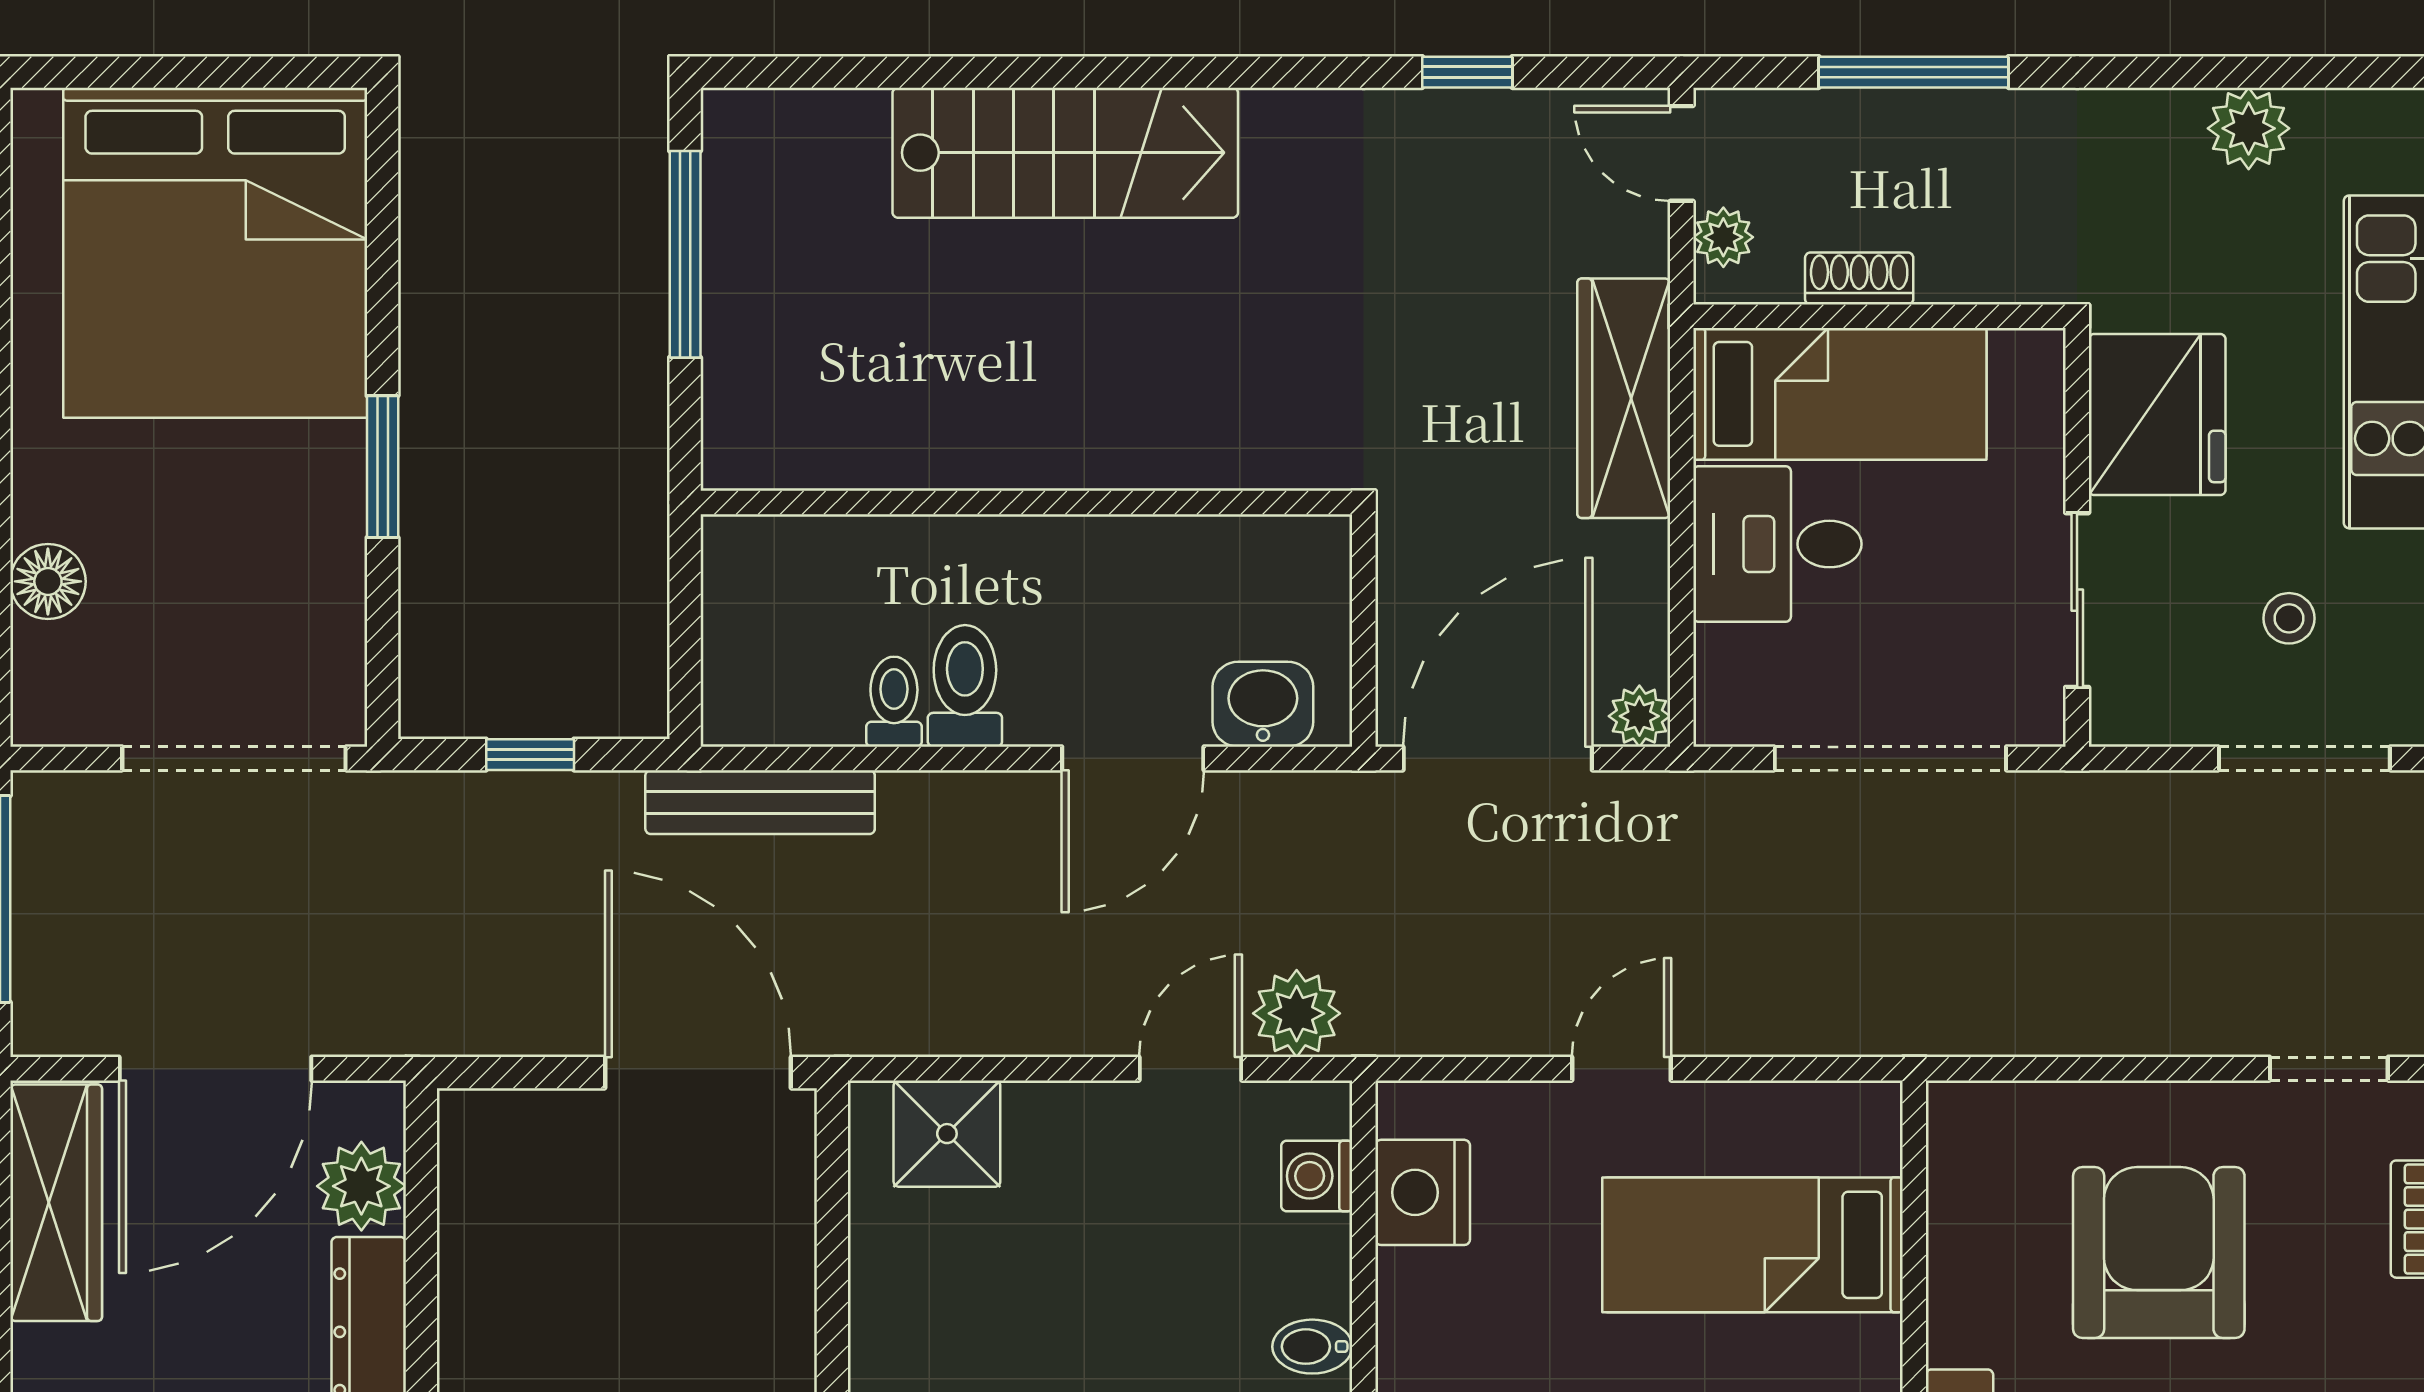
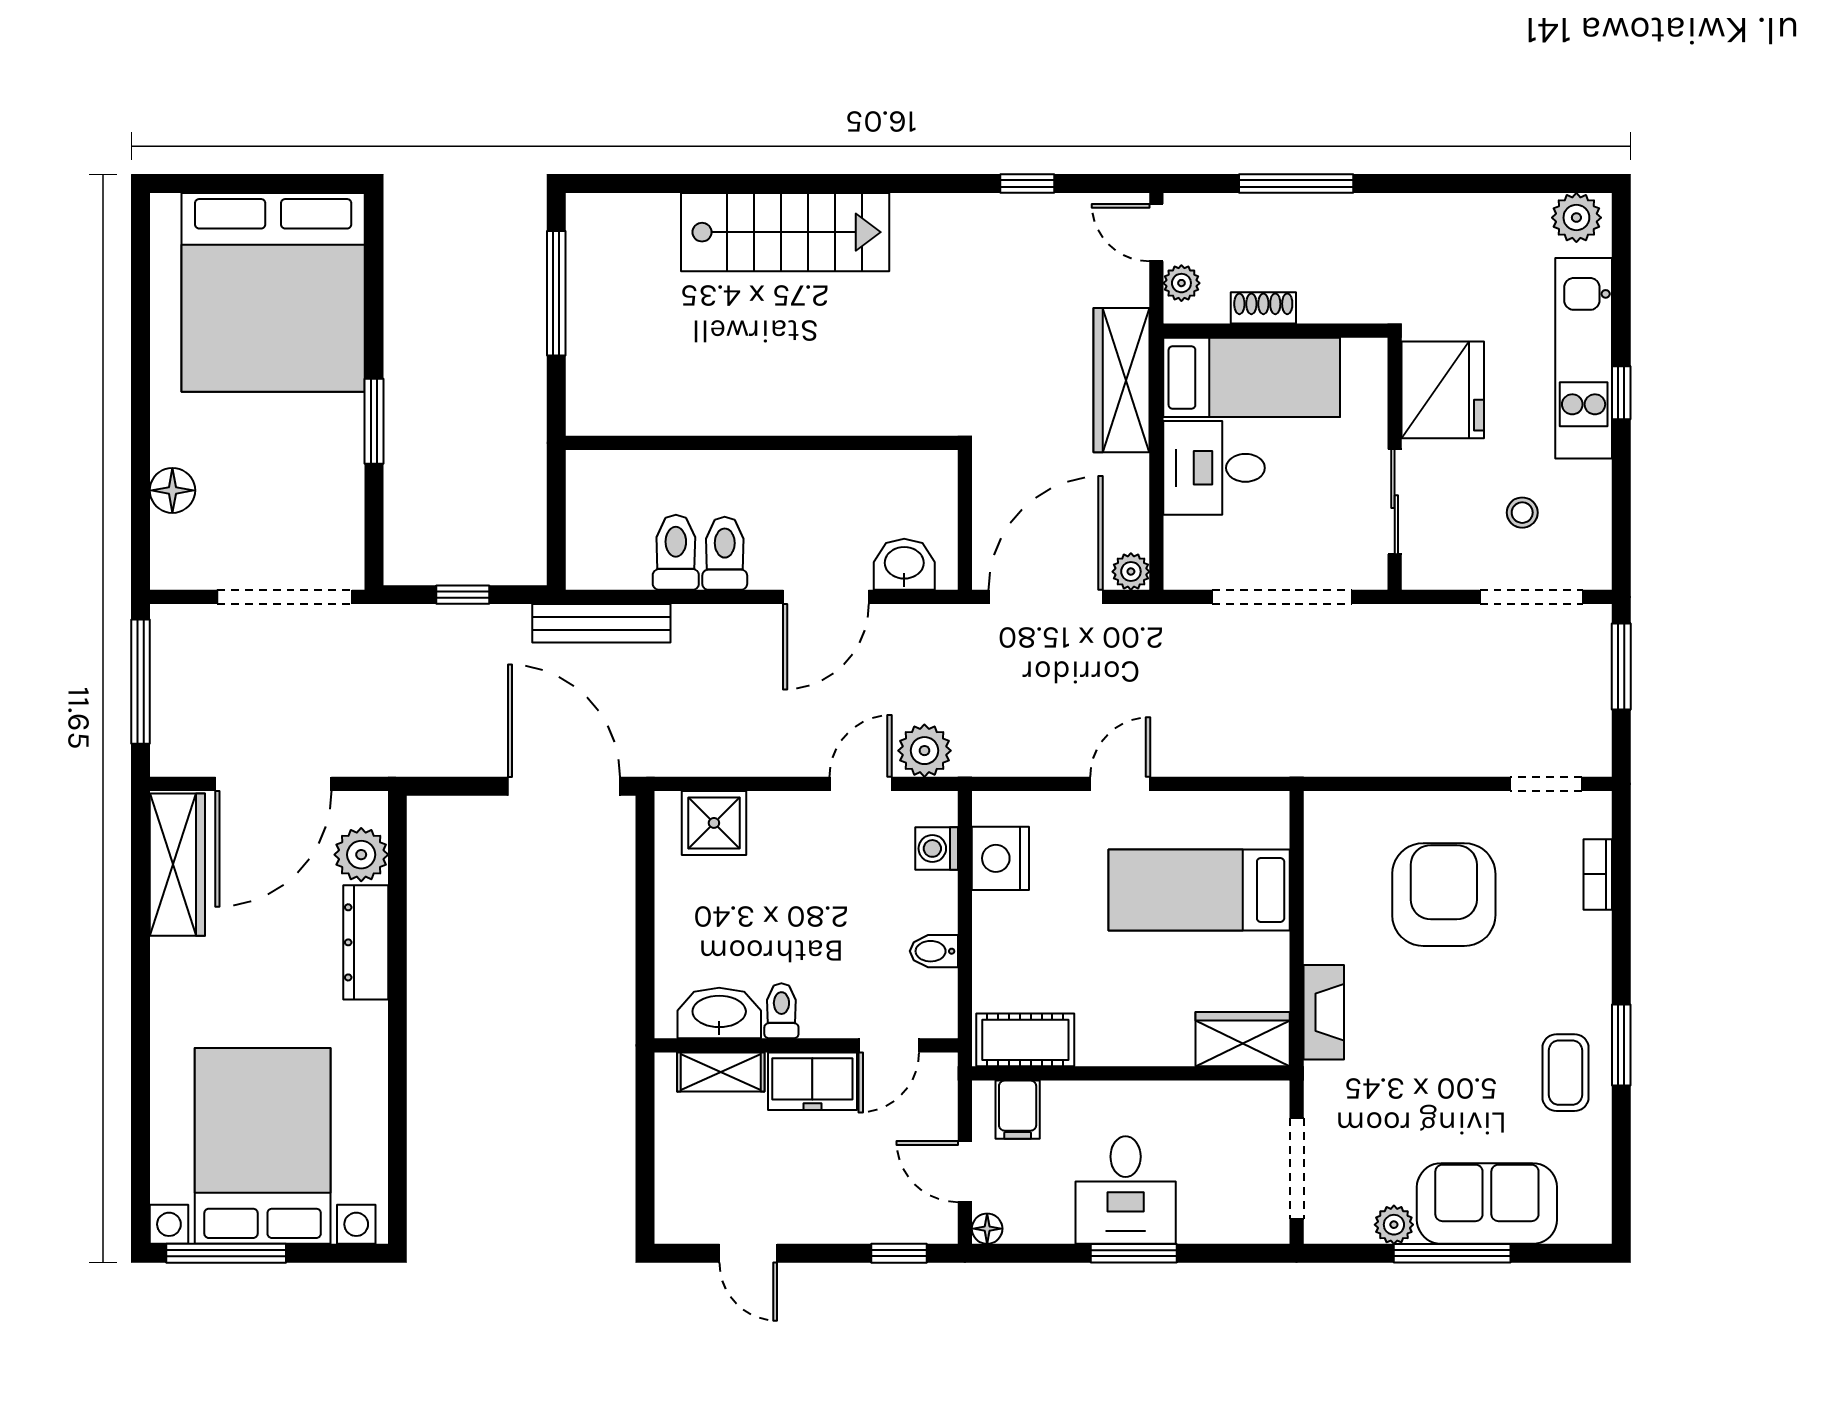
plant: (2249, 128) -> (1576, 218), moved
toilet: (894, 702) -> (676, 552), width x1.37, depth x1.39

